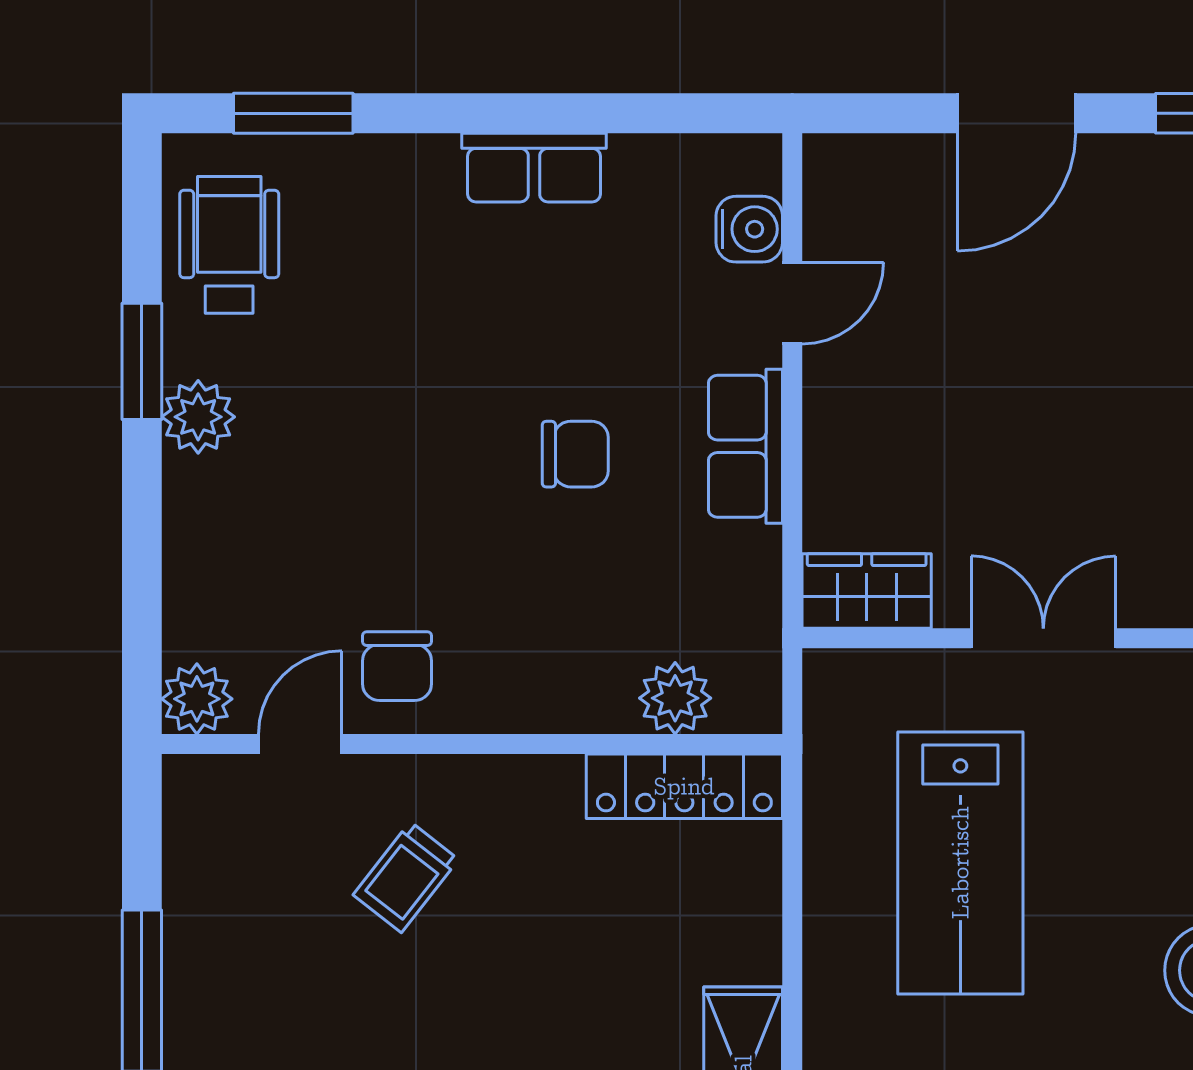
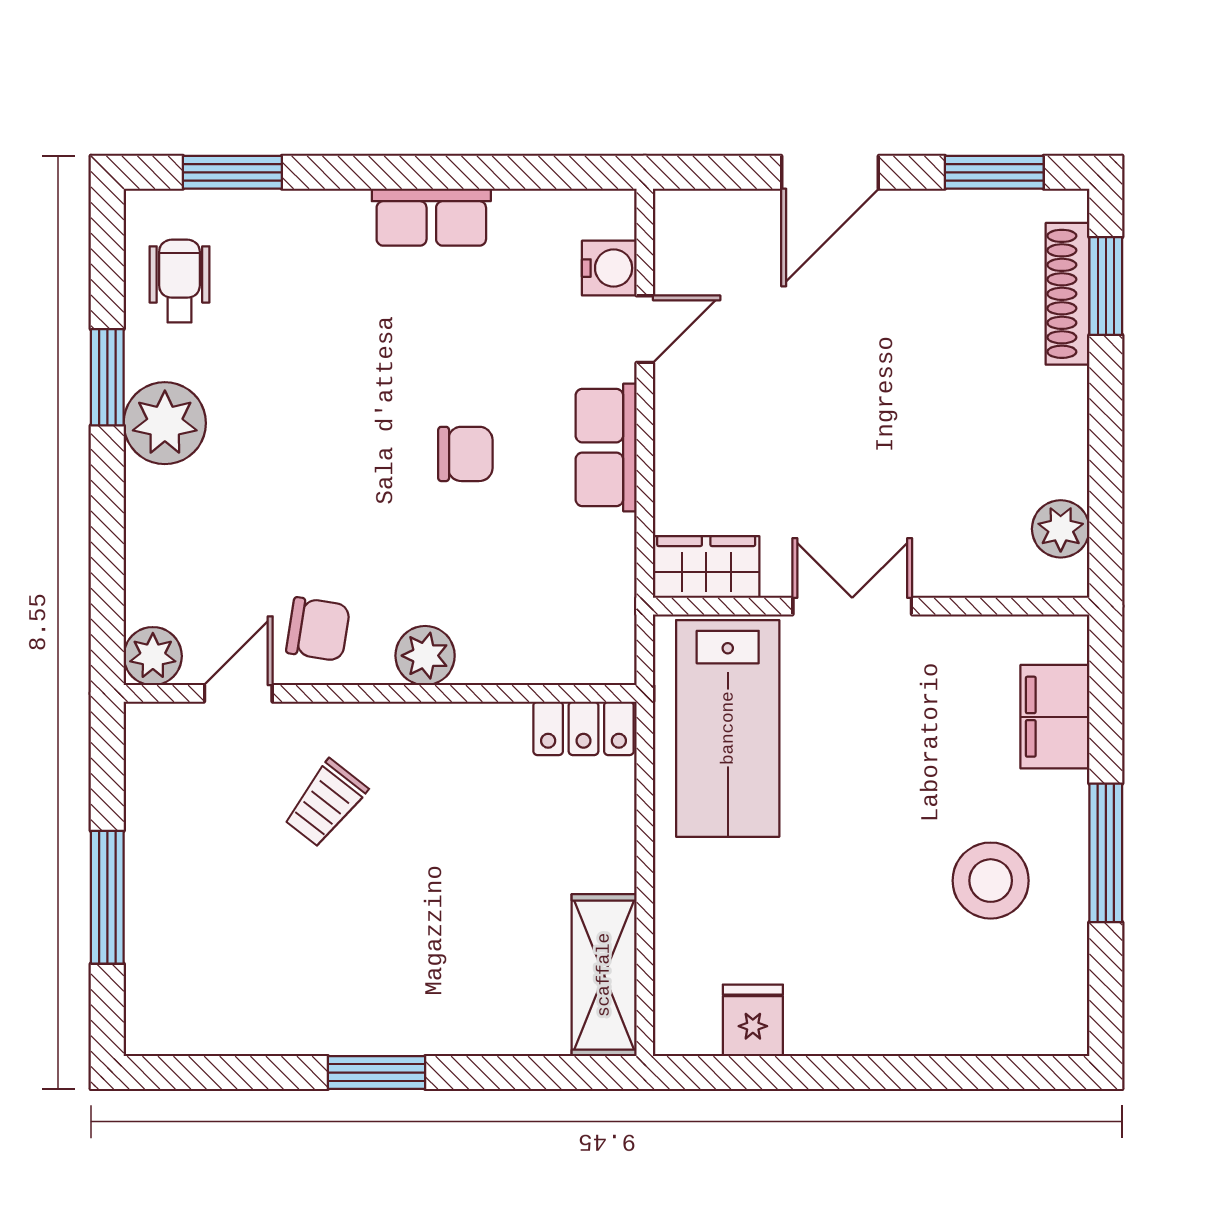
wheelchair: (229, 245) -> (179, 281), width x0.73, depth x0.73
plant: (198, 417) -> (165, 423), width x1.36, depth x1.36
chair: (397, 666) -> (318, 629), turned -81
plant: (675, 698) -> (425, 656), moved
locker: (684, 786) -> (584, 728), width x0.66
lab bench: (960, 863) -> (728, 728), moved

